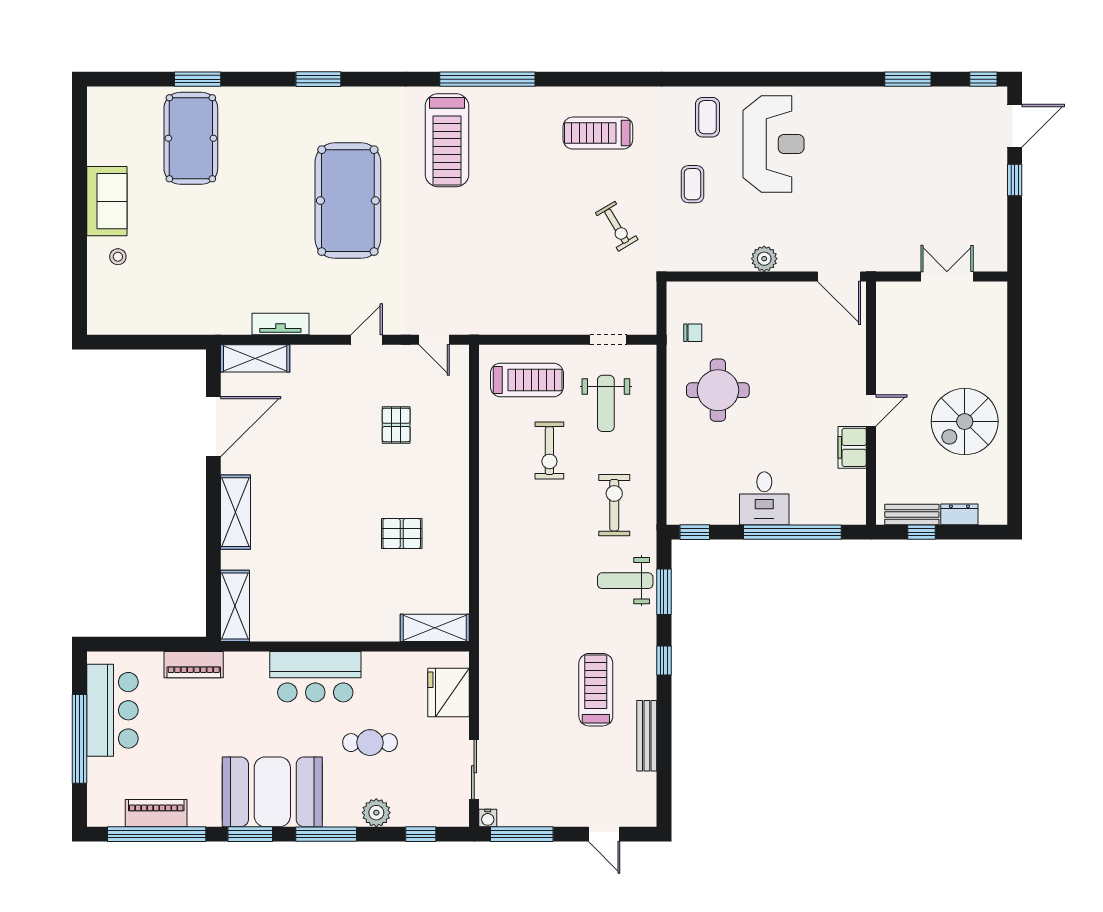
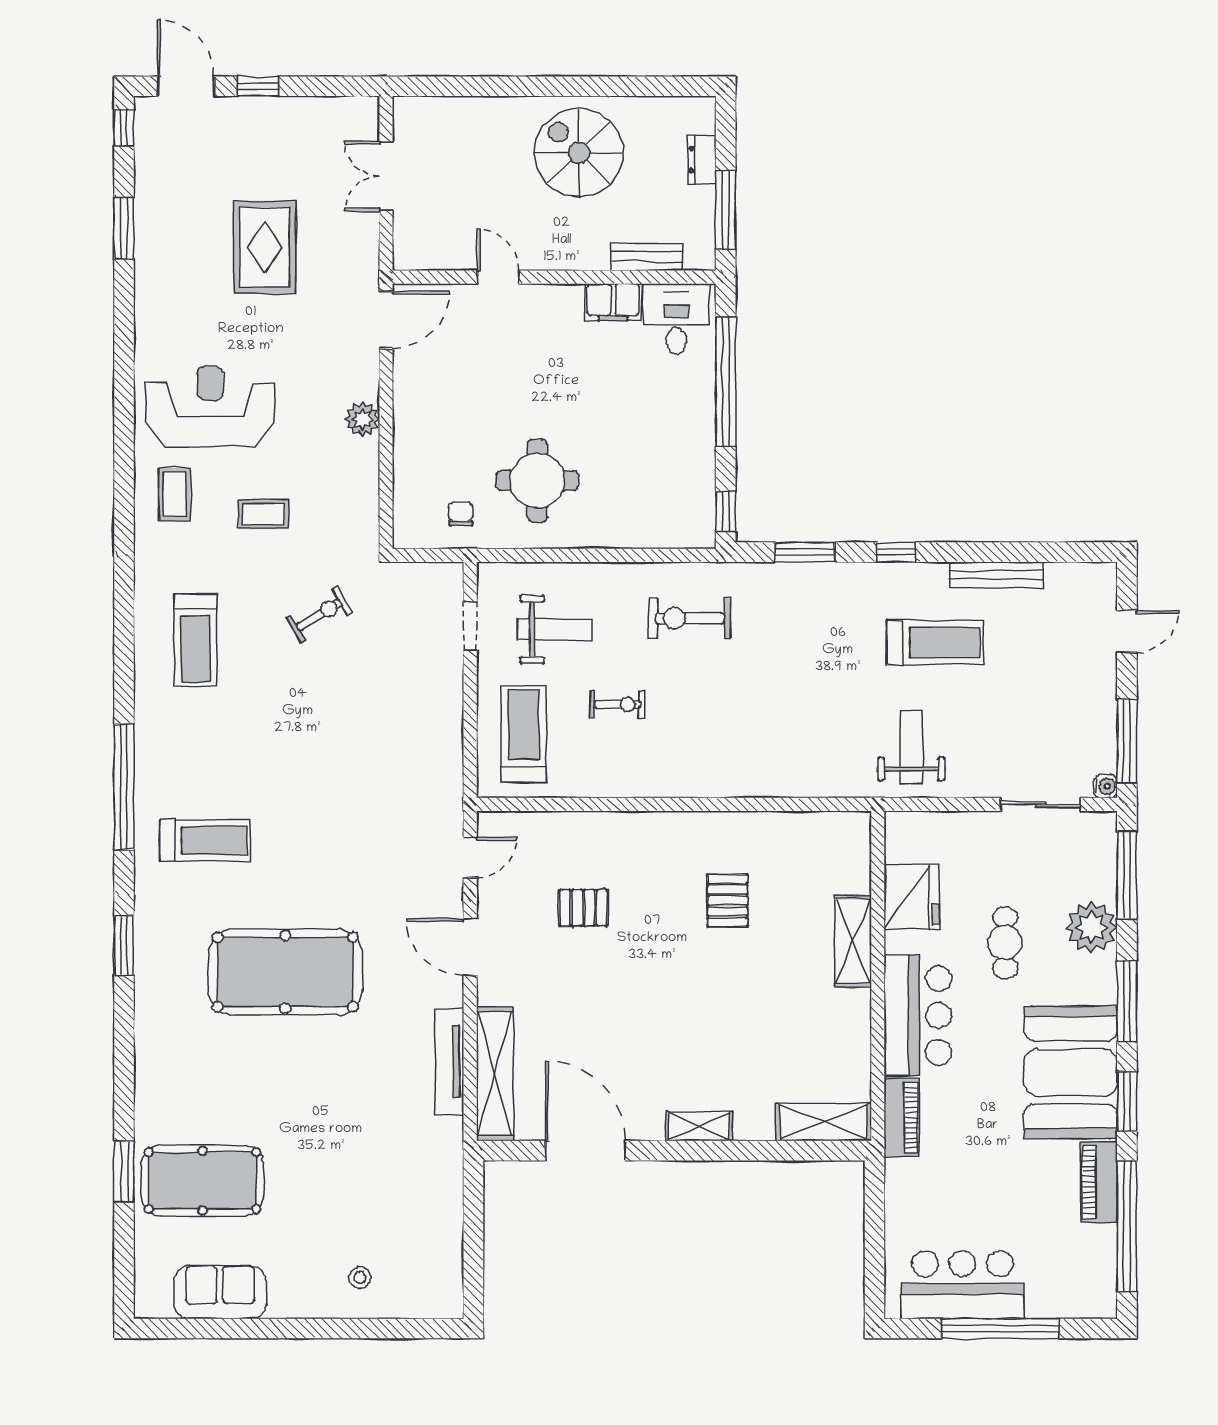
window: (318, 79) -> (124, 945), moved
coffee table: (708, 117) -> (175, 494), turned 90
treadmill: (447, 140) -> (205, 840), width x0.73, depth x0.73
rug: (893, 185) -> (265, 247), added
sofa: (107, 201) -> (220, 1292), moved
tv unit: (280, 324) -> (449, 1062), width x1.41
door: (367, 340) -> (470, 947), width x1.38
shelving: (255, 358) -> (495, 1074), width x1.47
door: (871, 410) -> (498, 277), moved
spiral stairs: (965, 422) -> (579, 153), turned 180
exercise bike: (549, 451) -> (617, 704), width x0.73, depth x0.72
desk: (764, 498) -> (676, 319), moved, turned -90
shelving: (236, 512) -> (699, 1126), width x0.67, depth x0.75
bench: (912, 515) -> (647, 257), moved, turned 90
window: (922, 532) -> (726, 210), width x2.17
weight bench: (625, 581) -> (911, 747), moved, turned 180
shelving: (435, 628) -> (853, 941), moved
piano: (194, 665) -> (902, 1118), moved
treadmill: (596, 690) -> (935, 643), turned 180
fridge: (449, 692) -> (912, 897), moved, turned -90
piano: (156, 813) -> (1099, 1182), moved
plant: (376, 813) -> (1091, 927), width x1.36, depth x1.36
window: (421, 834) -> (1127, 875), width x2.17

